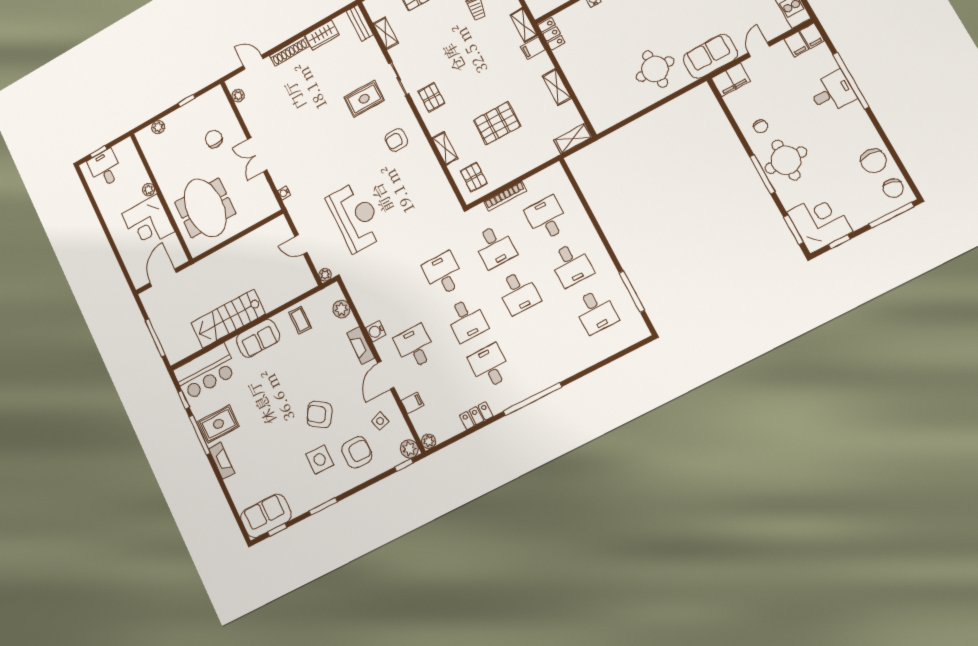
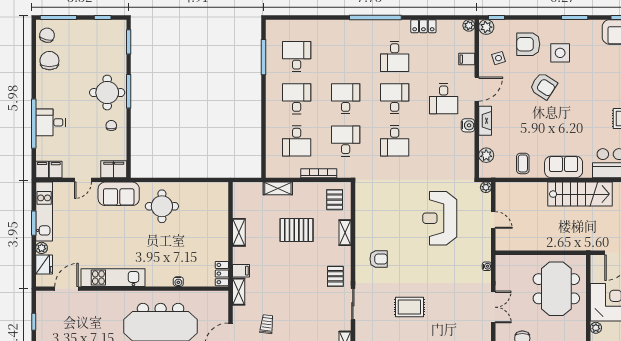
rug: (364, 99) -> (409, 307), moved
shelving: (573, 138) -> (278, 188), moved
corner desk: (820, 222) -> (108, 38), removed

